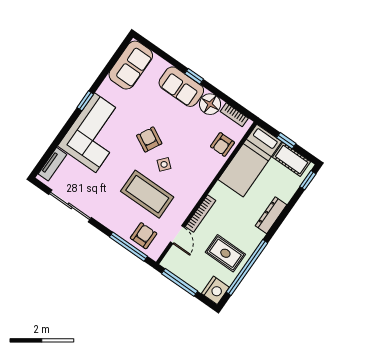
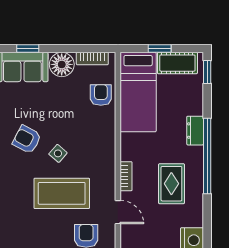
armchair: (222, 144) -> (101, 95), turned 180
bookcase: (200, 214) -> (126, 176), width x0.64
dresser: (271, 215) -> (195, 131), width x0.70
rug: (225, 253) -> (171, 184), moved, turned 90
window: (247, 268) -> (207, 156), moved

